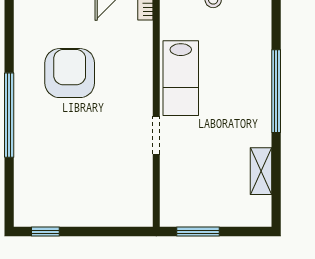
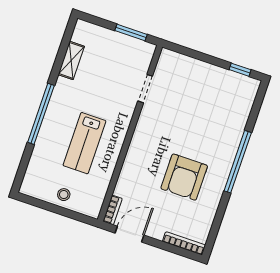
lab bench: (181, 78) -> (84, 143), moved, turned 180
doorway: (156, 135) -> (145, 89), moved

